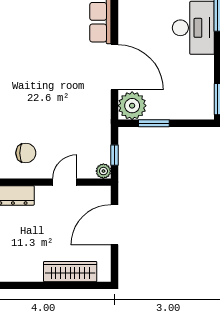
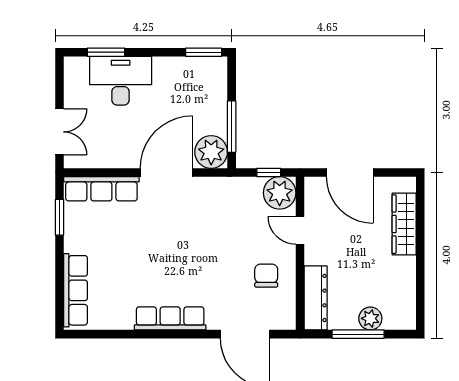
window: (154, 123) -> (232, 127), width x1.44
plant: (103, 171) -> (280, 193), width x1.88, depth x1.88

